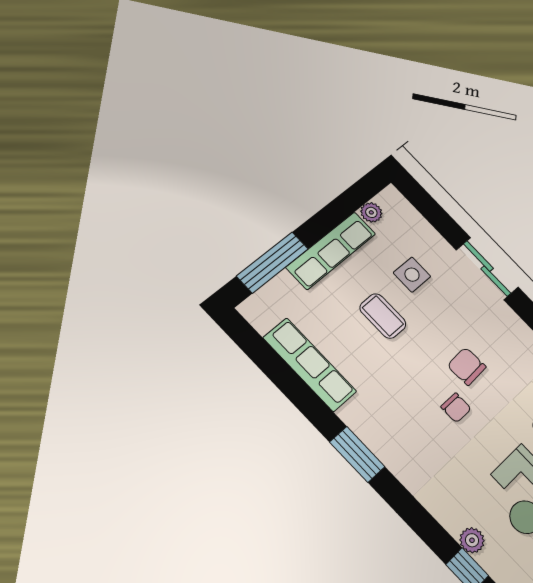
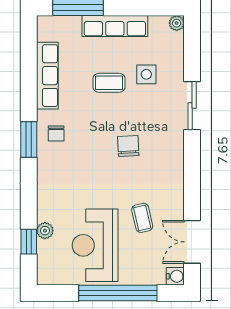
plant: (371, 212) -> (177, 23), moved
coffee table: (383, 316) -> (109, 83), turned 90
chair: (456, 408) -> (56, 133), moved

